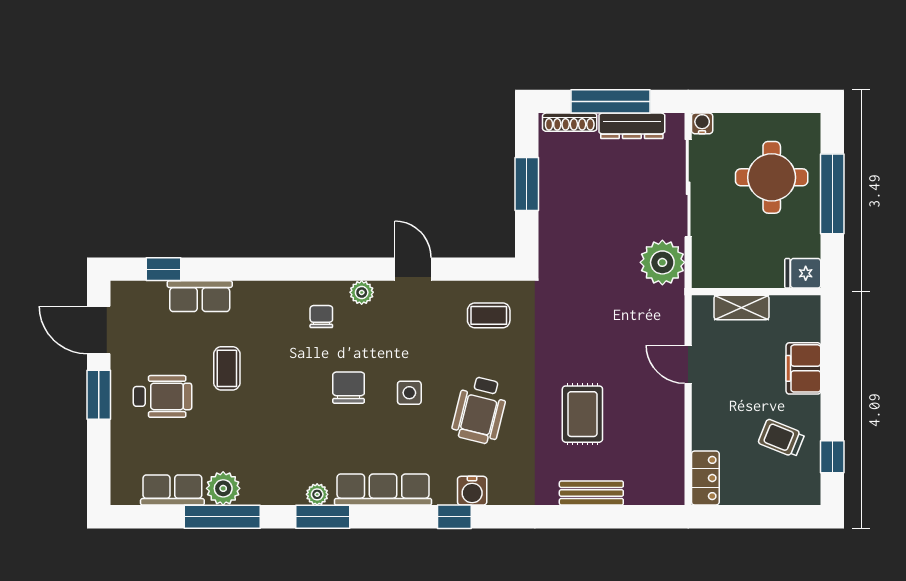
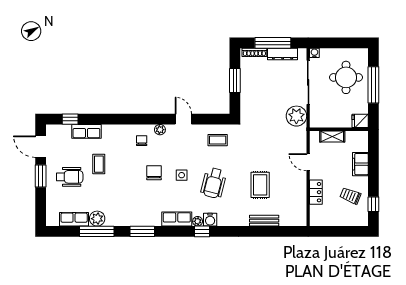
locker: (705, 478) -> (316, 192), moved
row of seats: (383, 489) -> (177, 219), width x0.68
plant: (317, 494) -> (198, 221), moved

